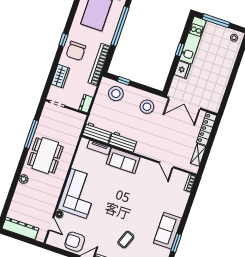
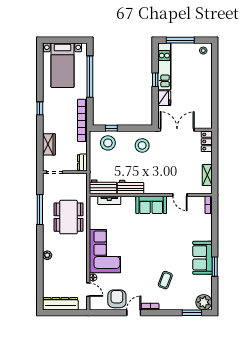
chair: (76, 51) -> (55, 115), removed
double door: (185, 103) -> (177, 130), swing flipped
locker: (207, 129) -> (207, 142), width x0.66
dining table: (45, 155) -> (68, 217), moved
sofa: (123, 160) -> (151, 205), moved
armchair: (75, 242) -> (117, 299), turned 90

